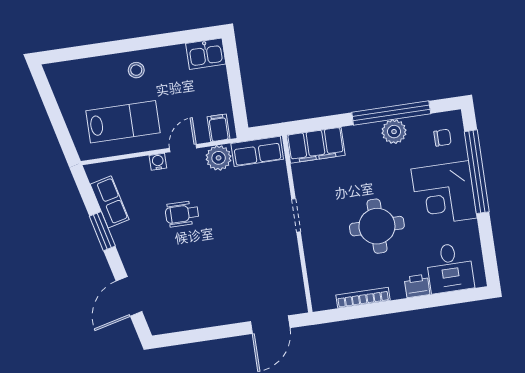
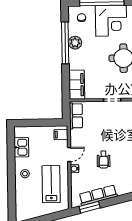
kitchen sink: (206, 54) -> (21, 147), moved
door: (183, 148) -> (69, 155), swing flipped
plant: (219, 158) -> (77, 137), removed
row of seats: (110, 202) -> (98, 195), width x1.48
window: (102, 231) -> (90, 207), moved

